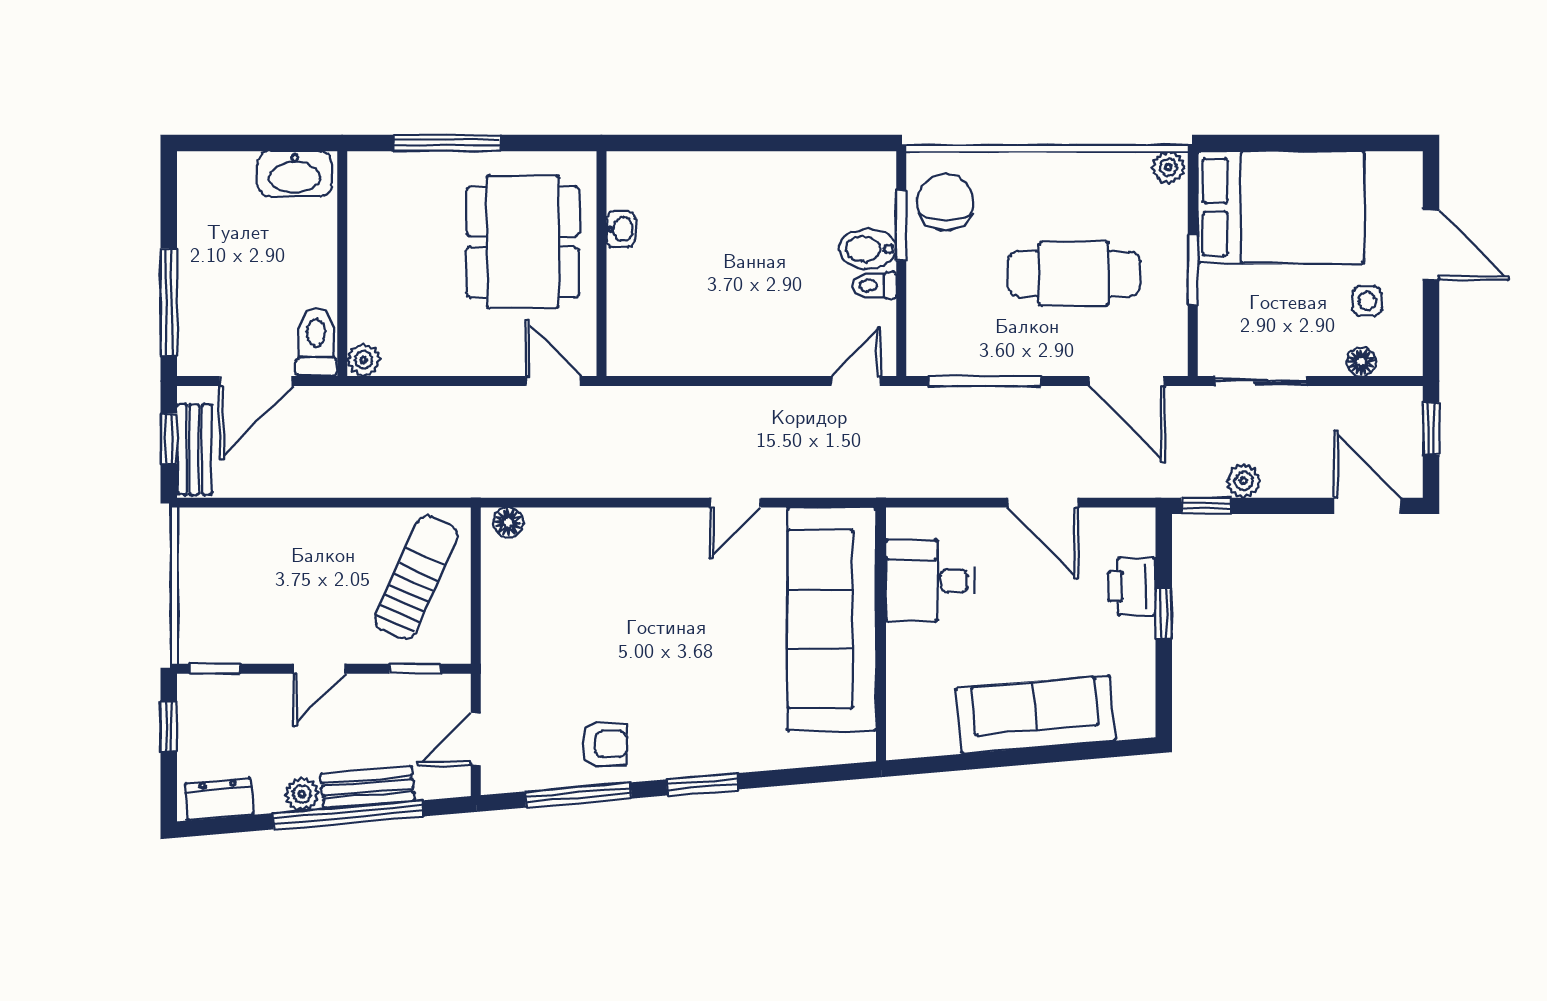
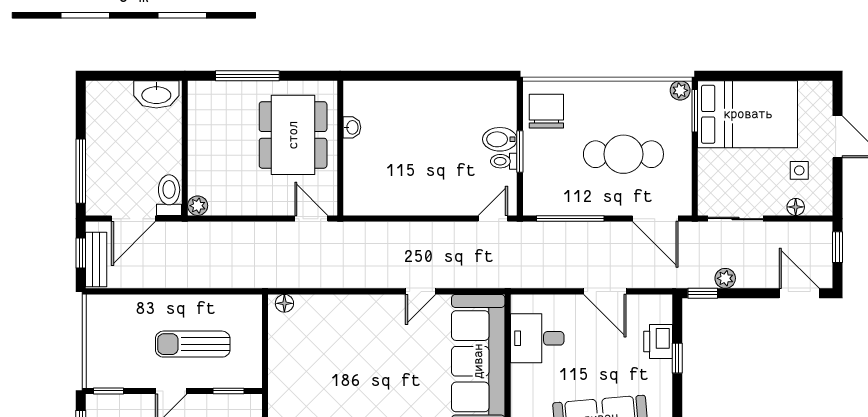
window: (901, 225) -> (520, 151), moved
window: (1193, 270) -> (695, 111), moved
sun lounger: (416, 577) -> (193, 344), moved, turned -114

